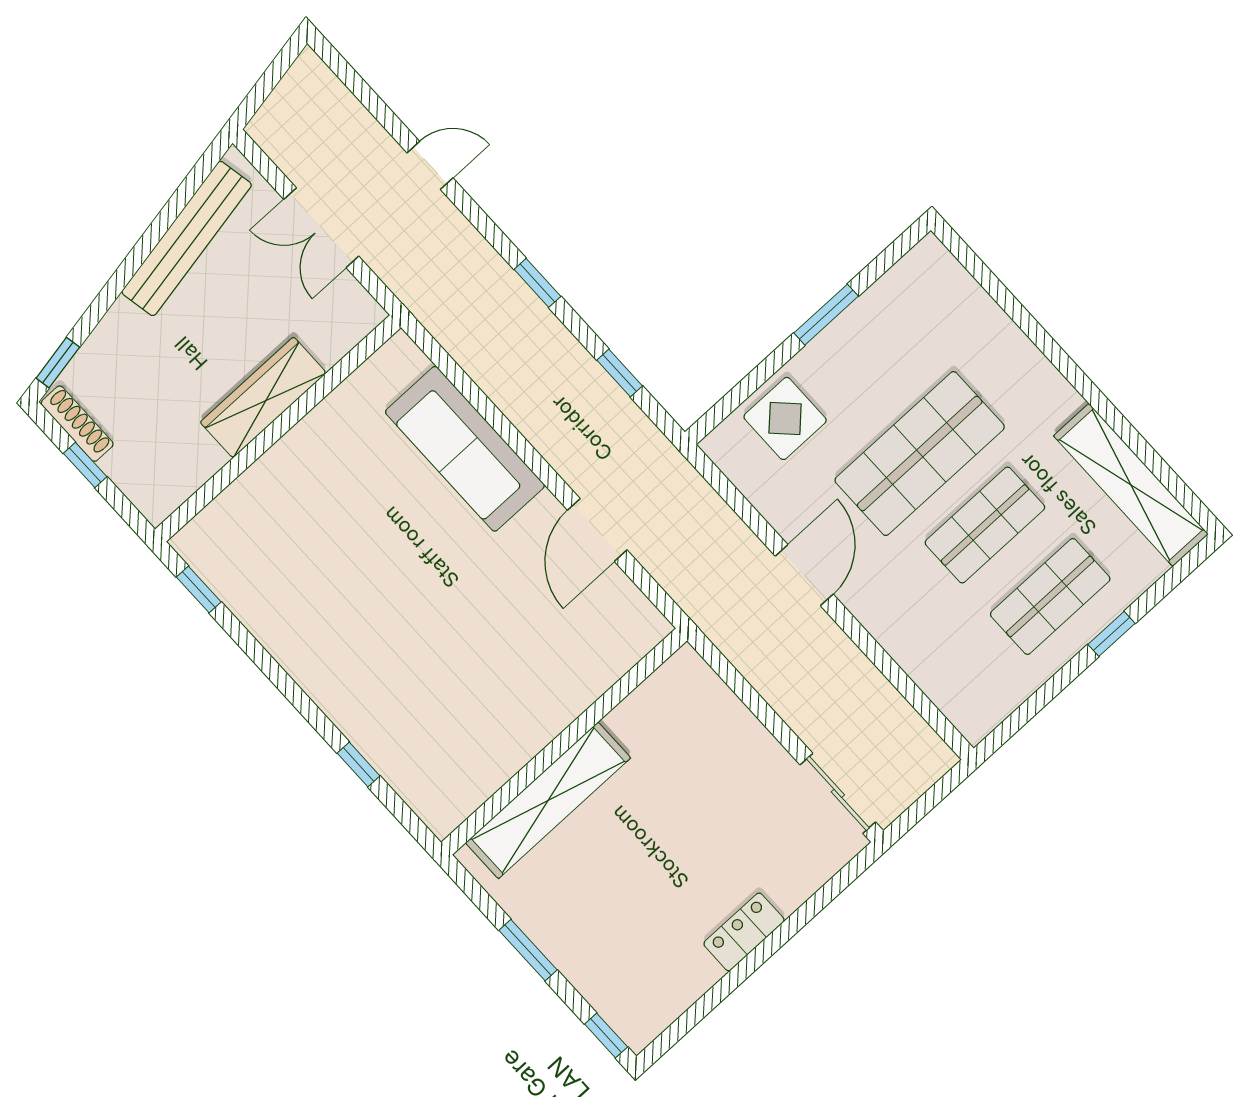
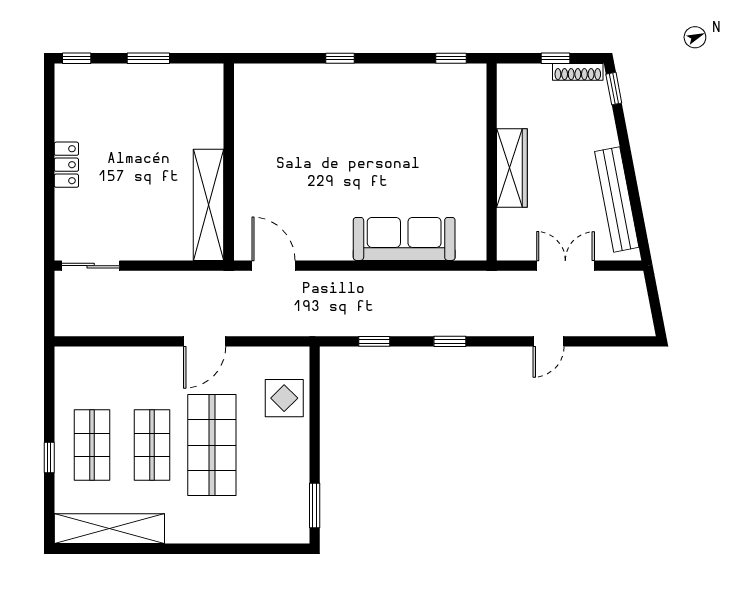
window: (826, 315) -> (315, 505), moved
door: (597, 530) -> (273, 266), moved
door: (804, 575) -> (205, 341), hinge flipped
window: (359, 765) -> (340, 58), moved
shelving: (548, 800) -> (208, 205), moved

